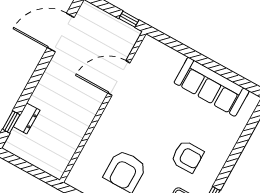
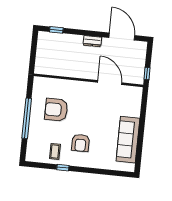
dresser: (27, 118) -> (92, 41), moved

